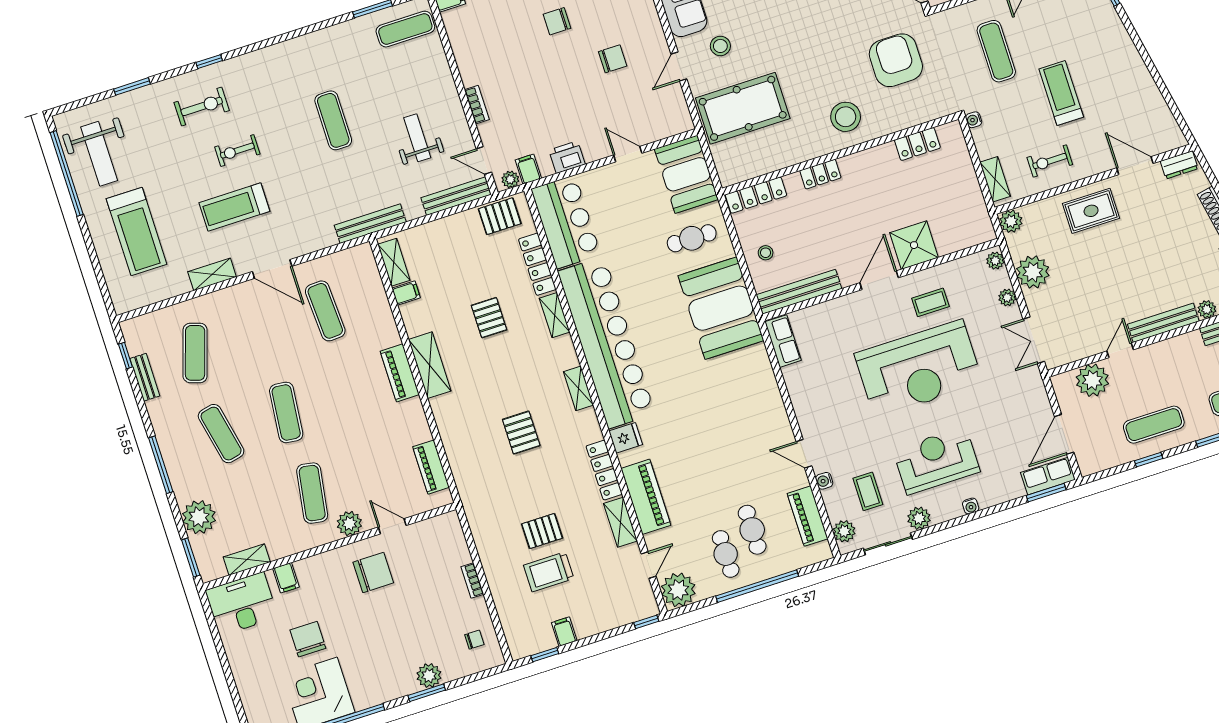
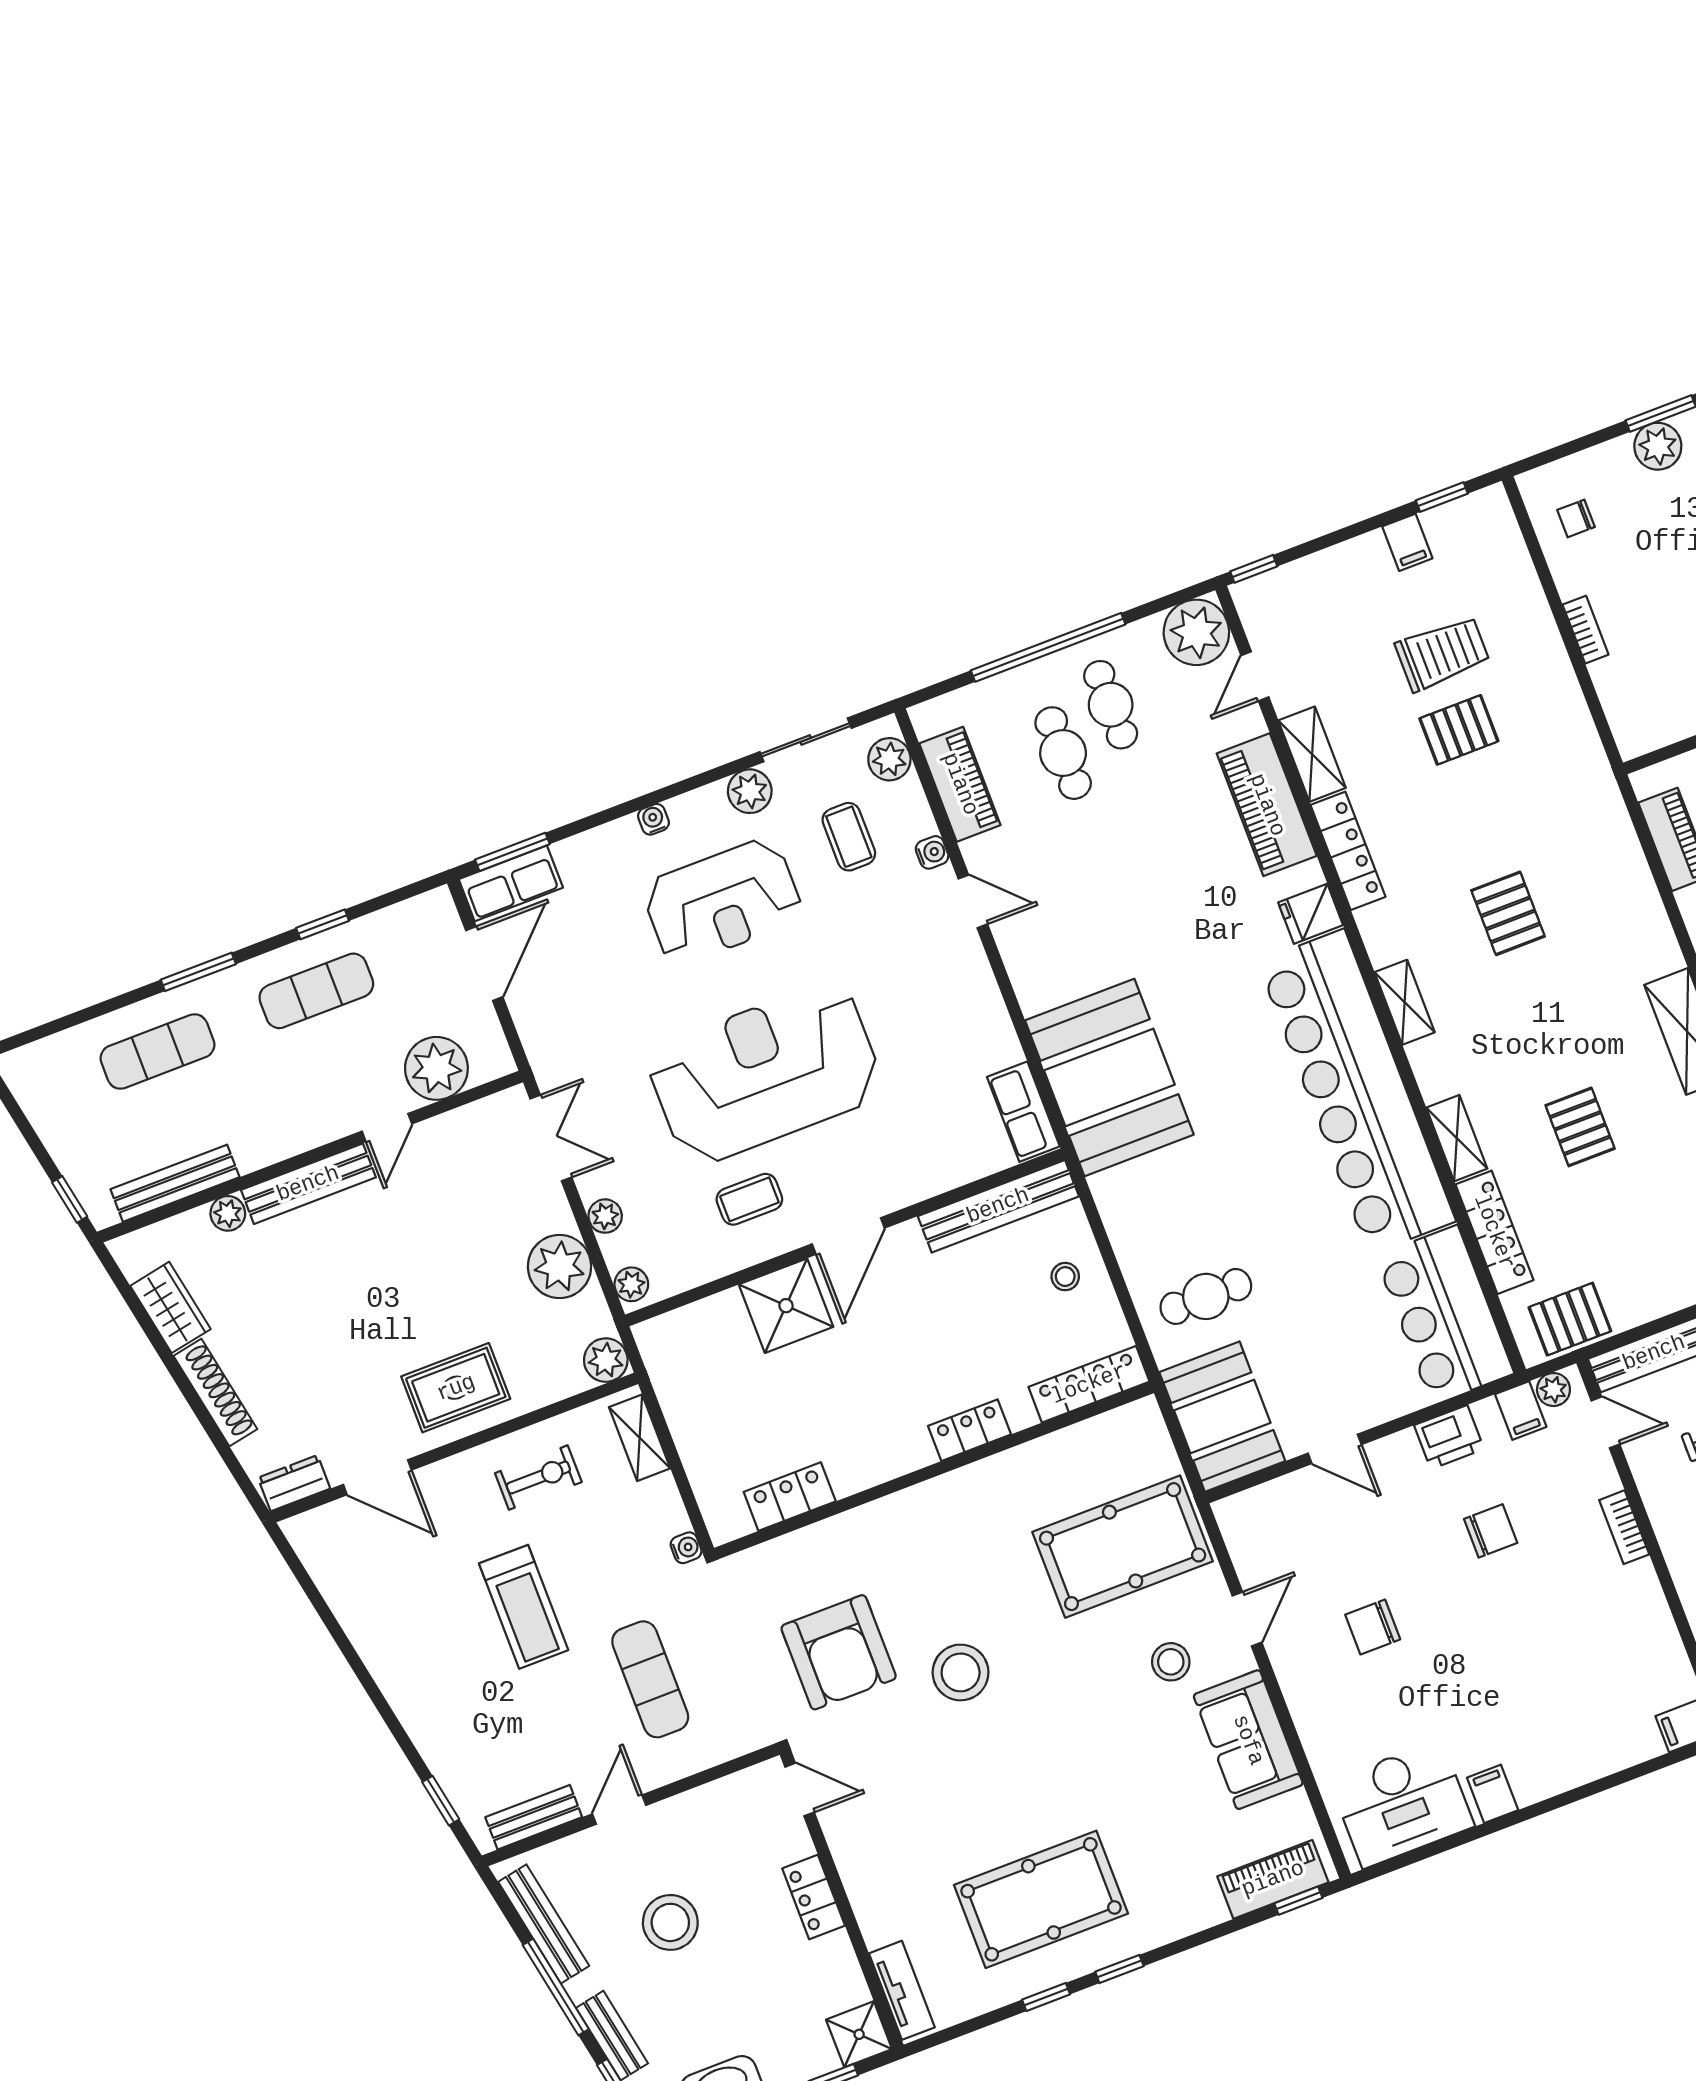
chair: (557, 21) -> (1491, 1531), moved
stool: (846, 117) -> (961, 1672), moved
booth: (721, 308) -> (1109, 1078), moved

